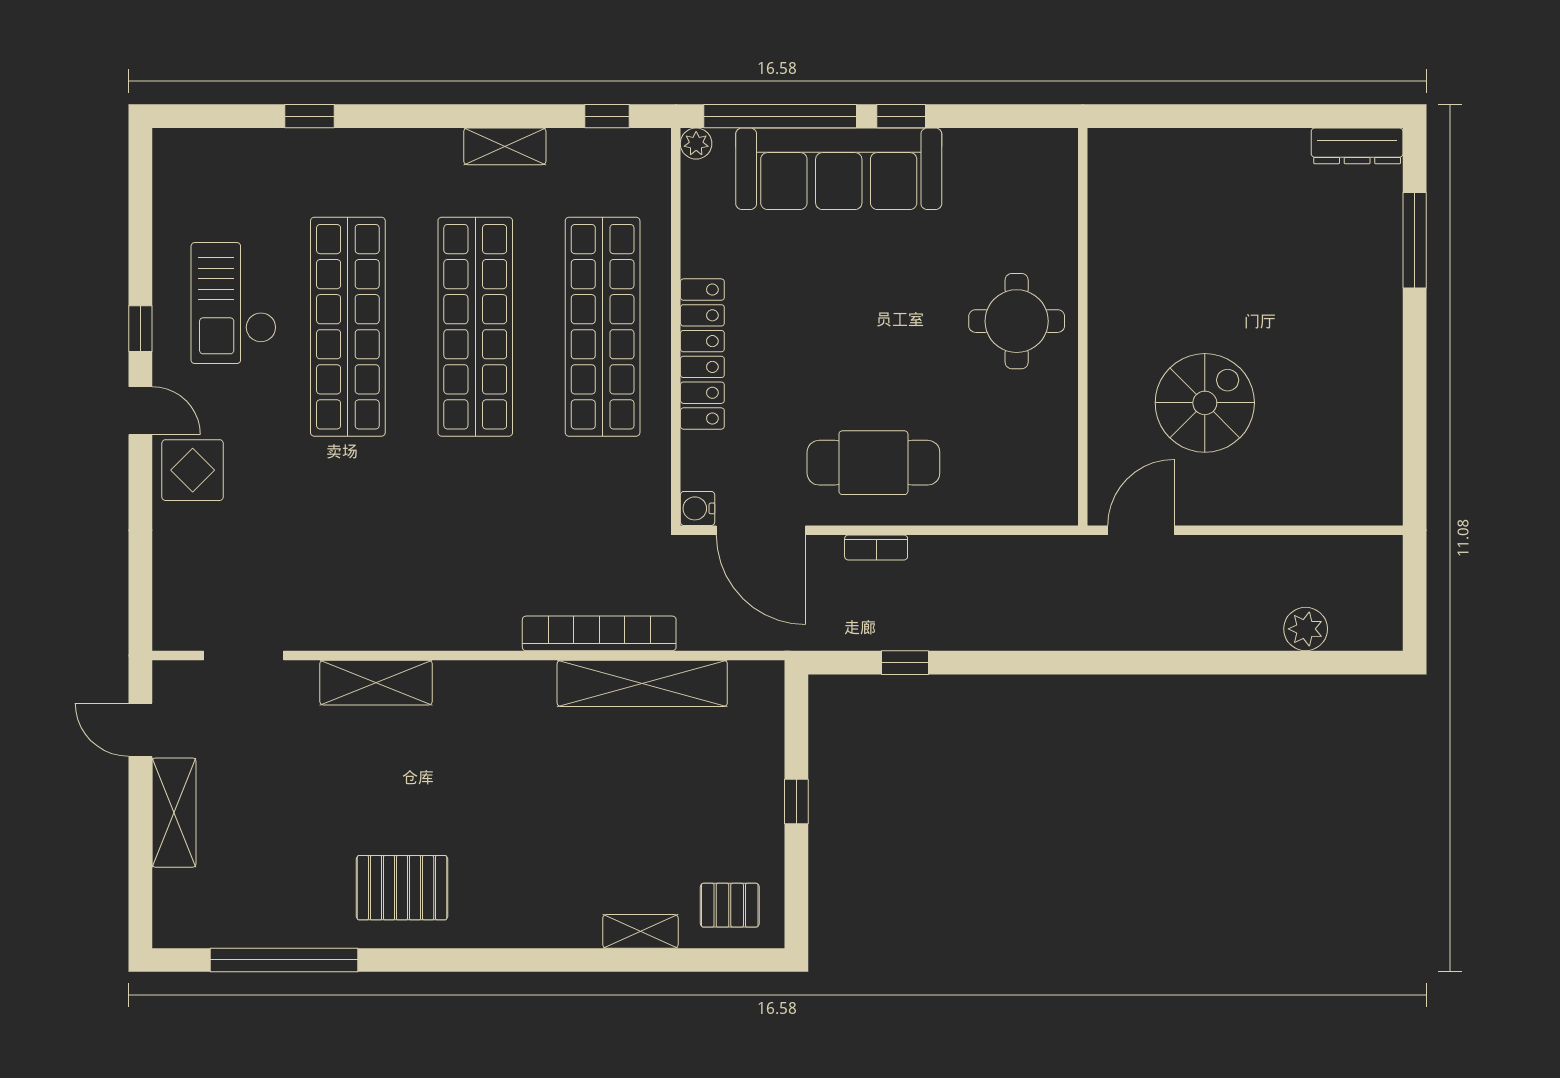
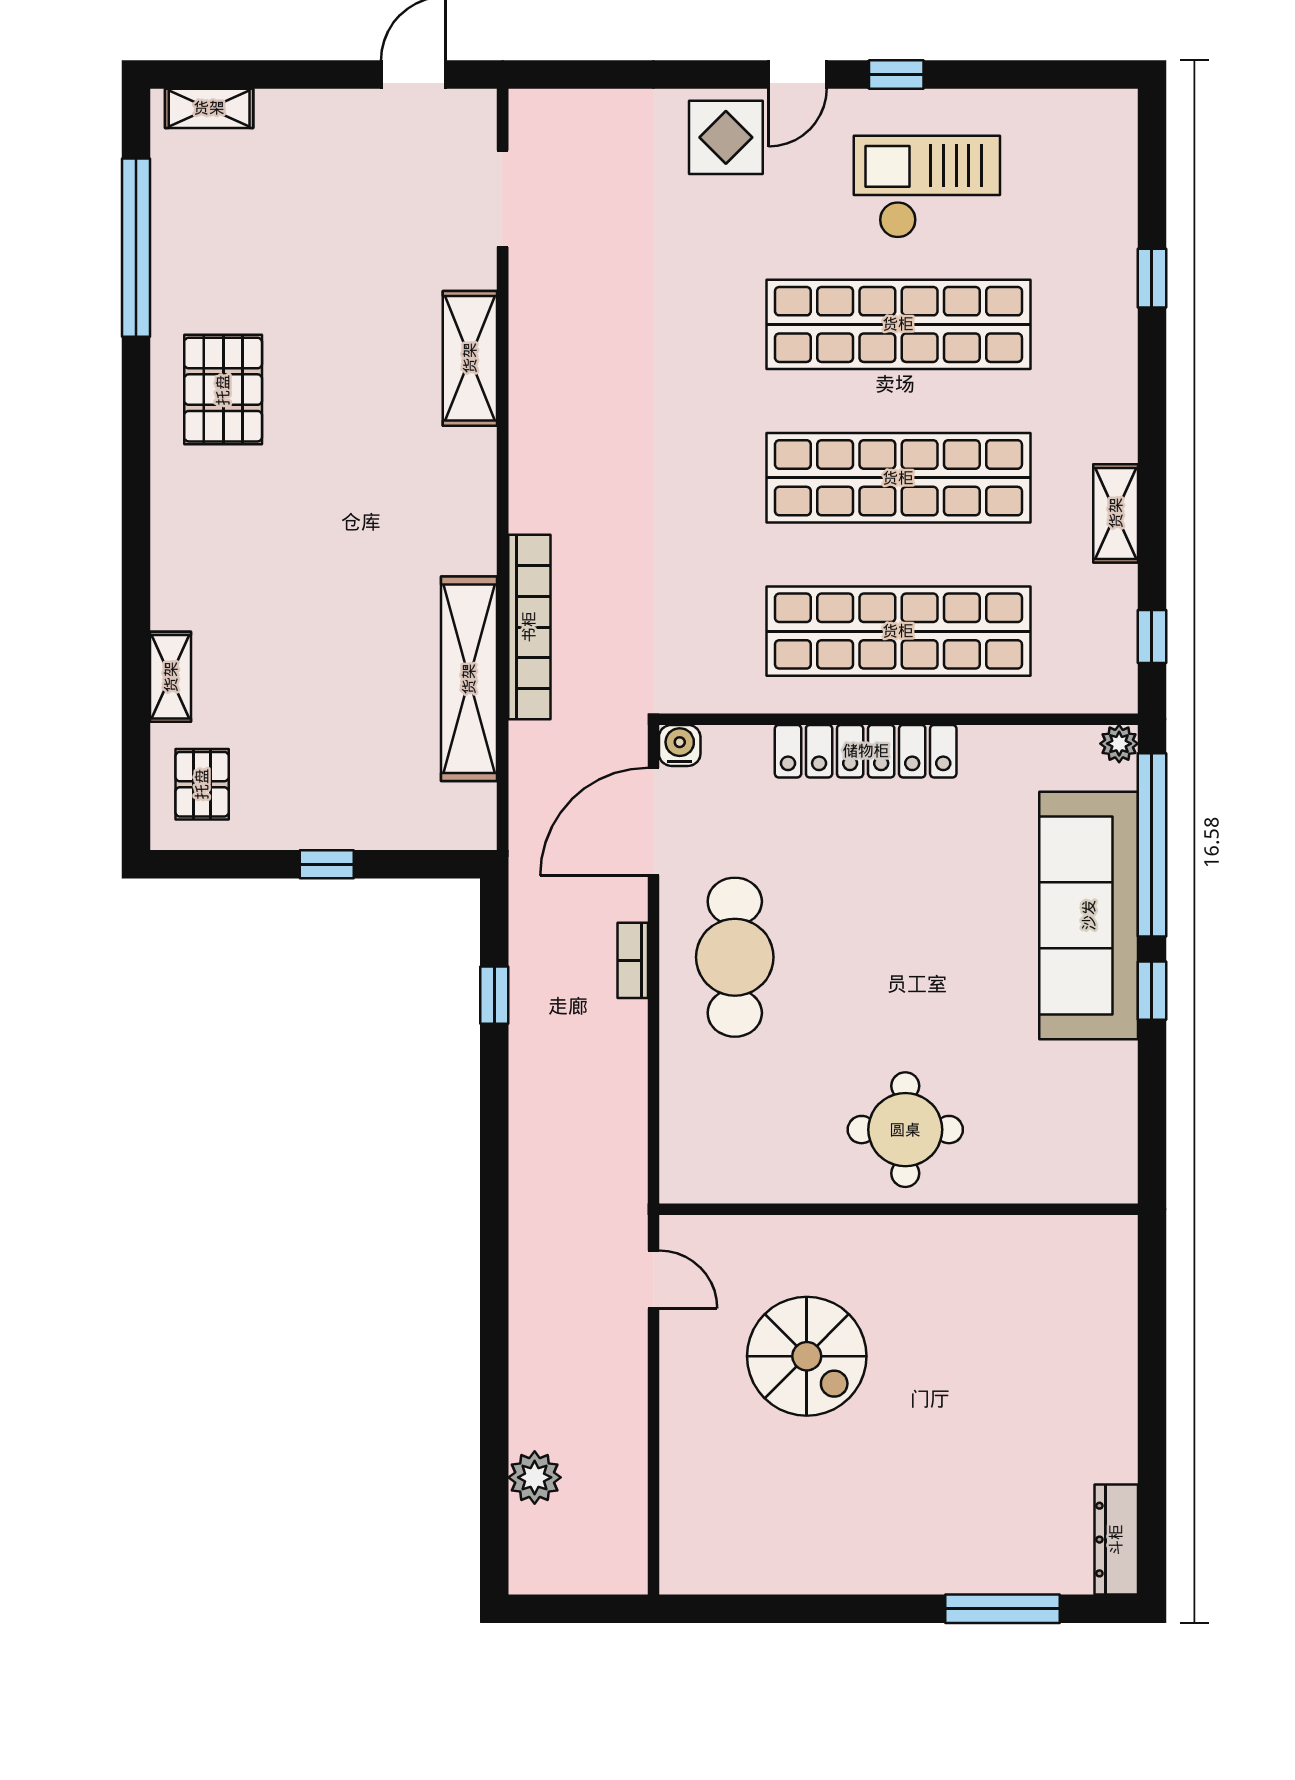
door: (1141, 530) -> (653, 1279), width x0.73
shelving: (174, 813) -> (209, 108), moved, width x0.67, depth x0.75

